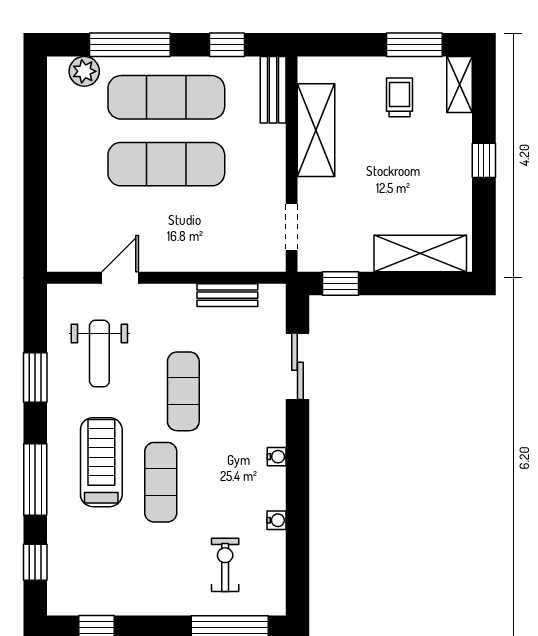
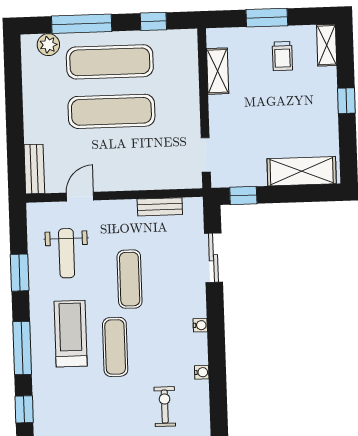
window: (414, 45) -> (267, 18), moved
bench: (273, 90) -> (34, 169), moved
trolley: (399, 97) -> (282, 56), turned 180
shelving: (316, 130) -> (218, 71), width x0.67, depth x0.75

